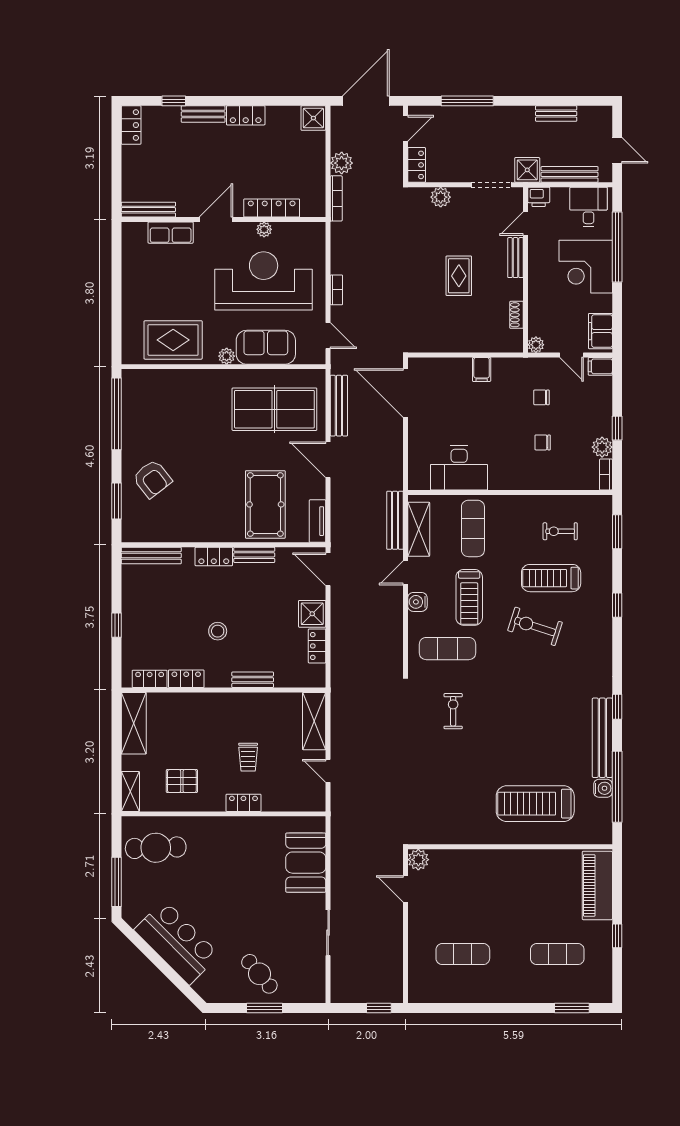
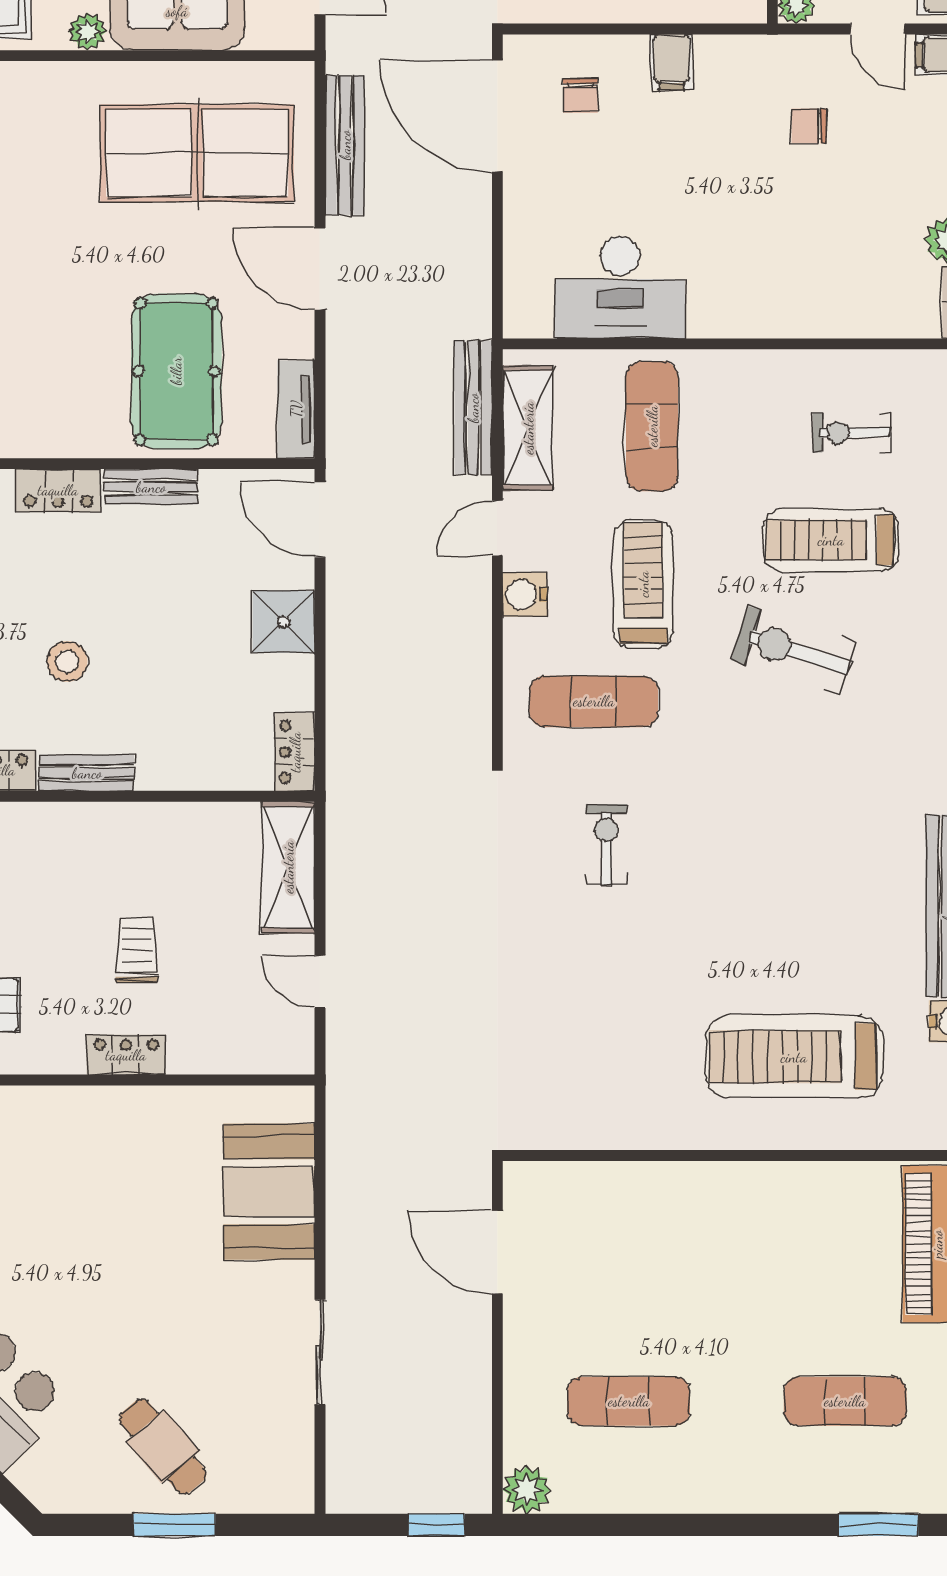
chair: (543, 442) -> (580, 95), moved, turned -90
treadmill: (469, 597) -> (643, 584), turned 180
locker: (317, 646) -> (295, 752), moved
bench: (253, 680) -> (87, 773), moved
trolley: (248, 757) -> (137, 950), turned 180
plant: (418, 860) -> (527, 1490), moved
door: (405, 889) -> (497, 1252), width x1.38

